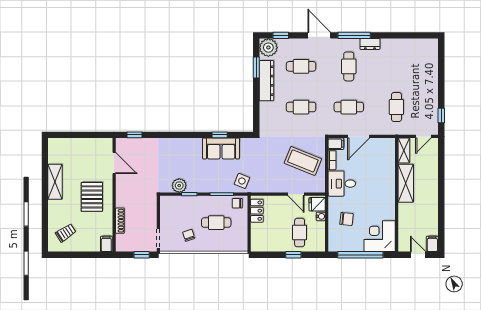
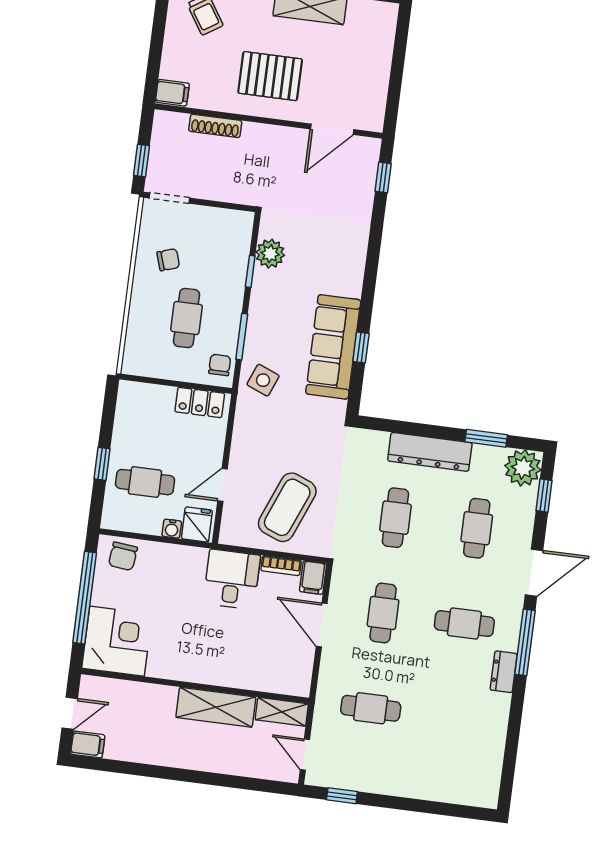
dresser: (267, 81) -> (430, 452), moved
sofa: (221, 149) -> (333, 347), width x1.36
chair: (346, 219) -> (123, 556), moved

